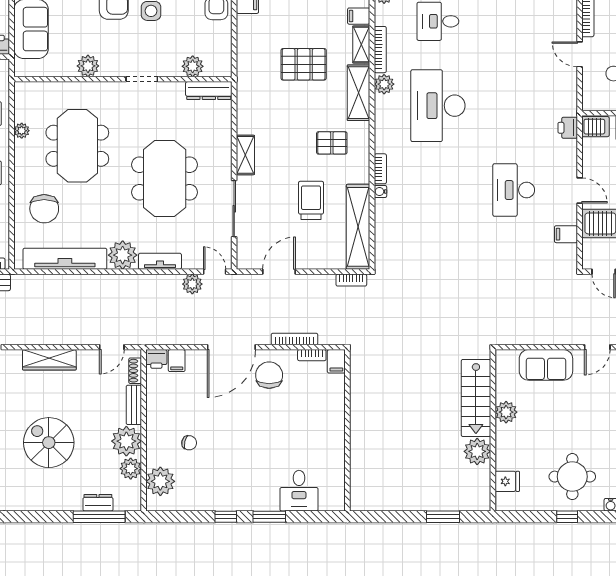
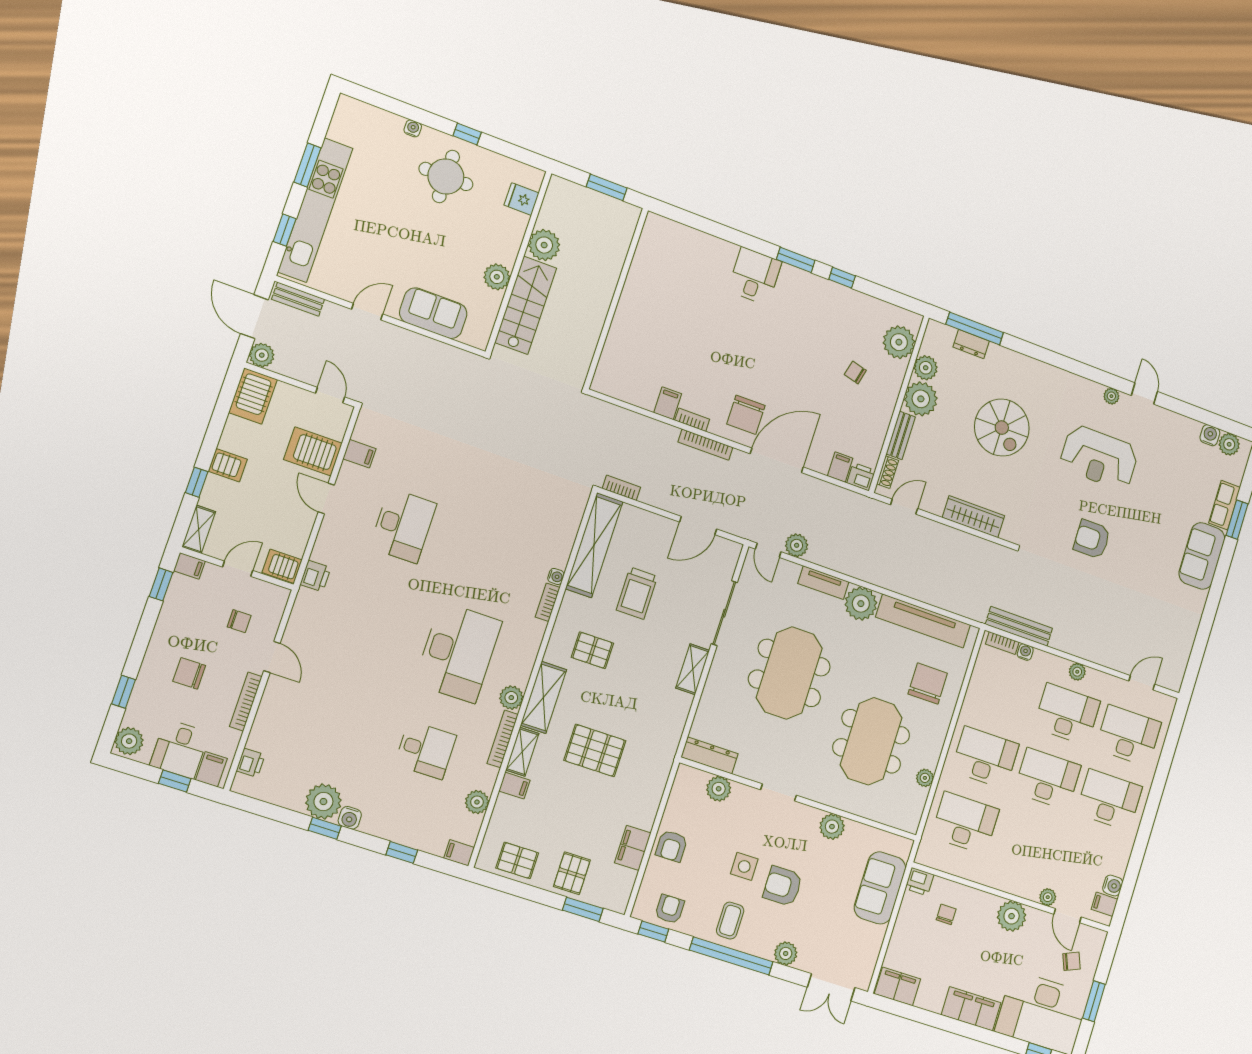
wall: (347, 430) -> (616, 298), moved

